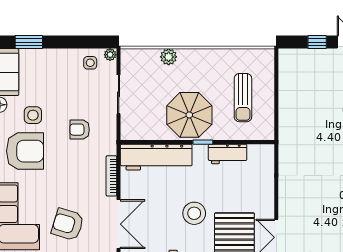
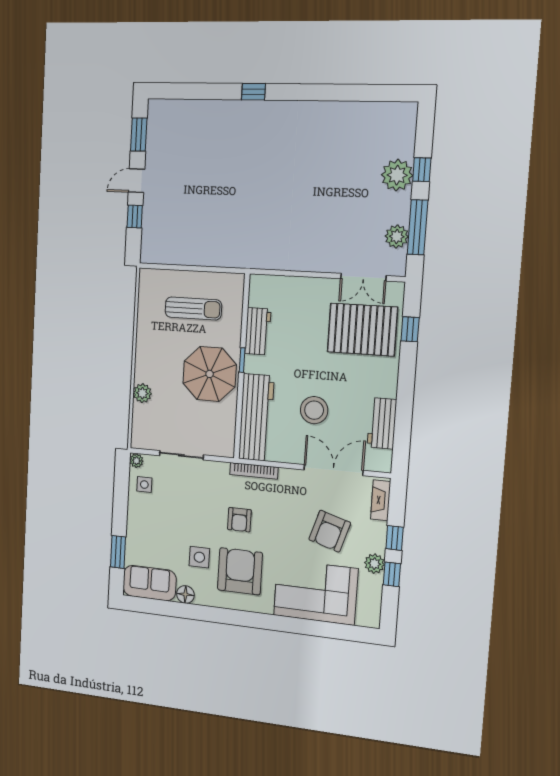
armchair: (80, 130) -> (239, 520), moved
bookcase: (111, 176) -> (254, 471), moved
stool: (194, 213) -> (314, 410), moved

